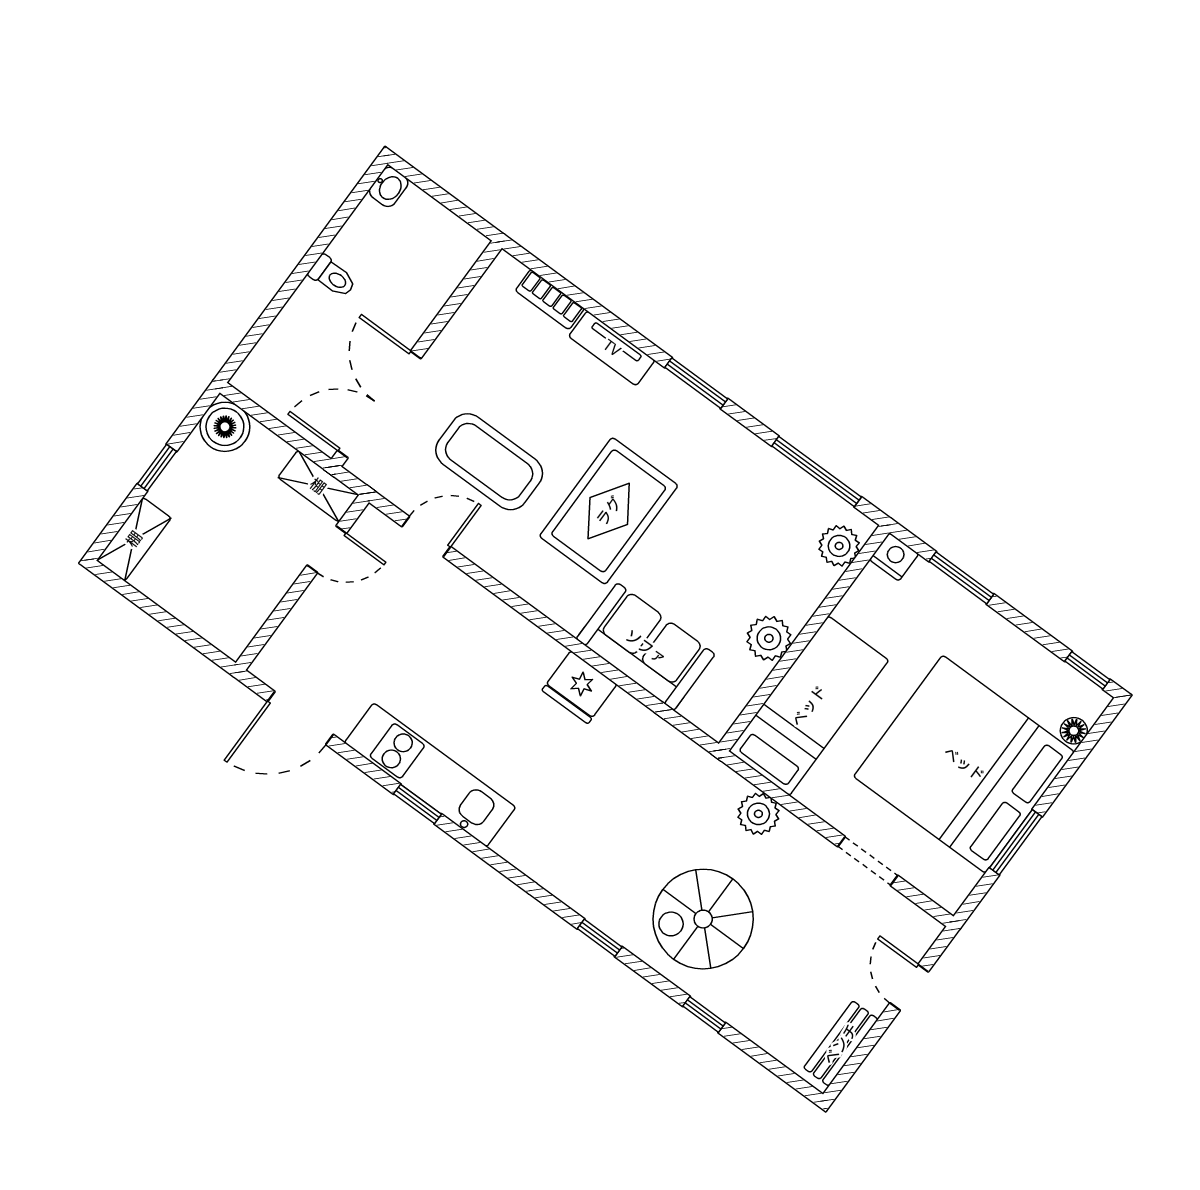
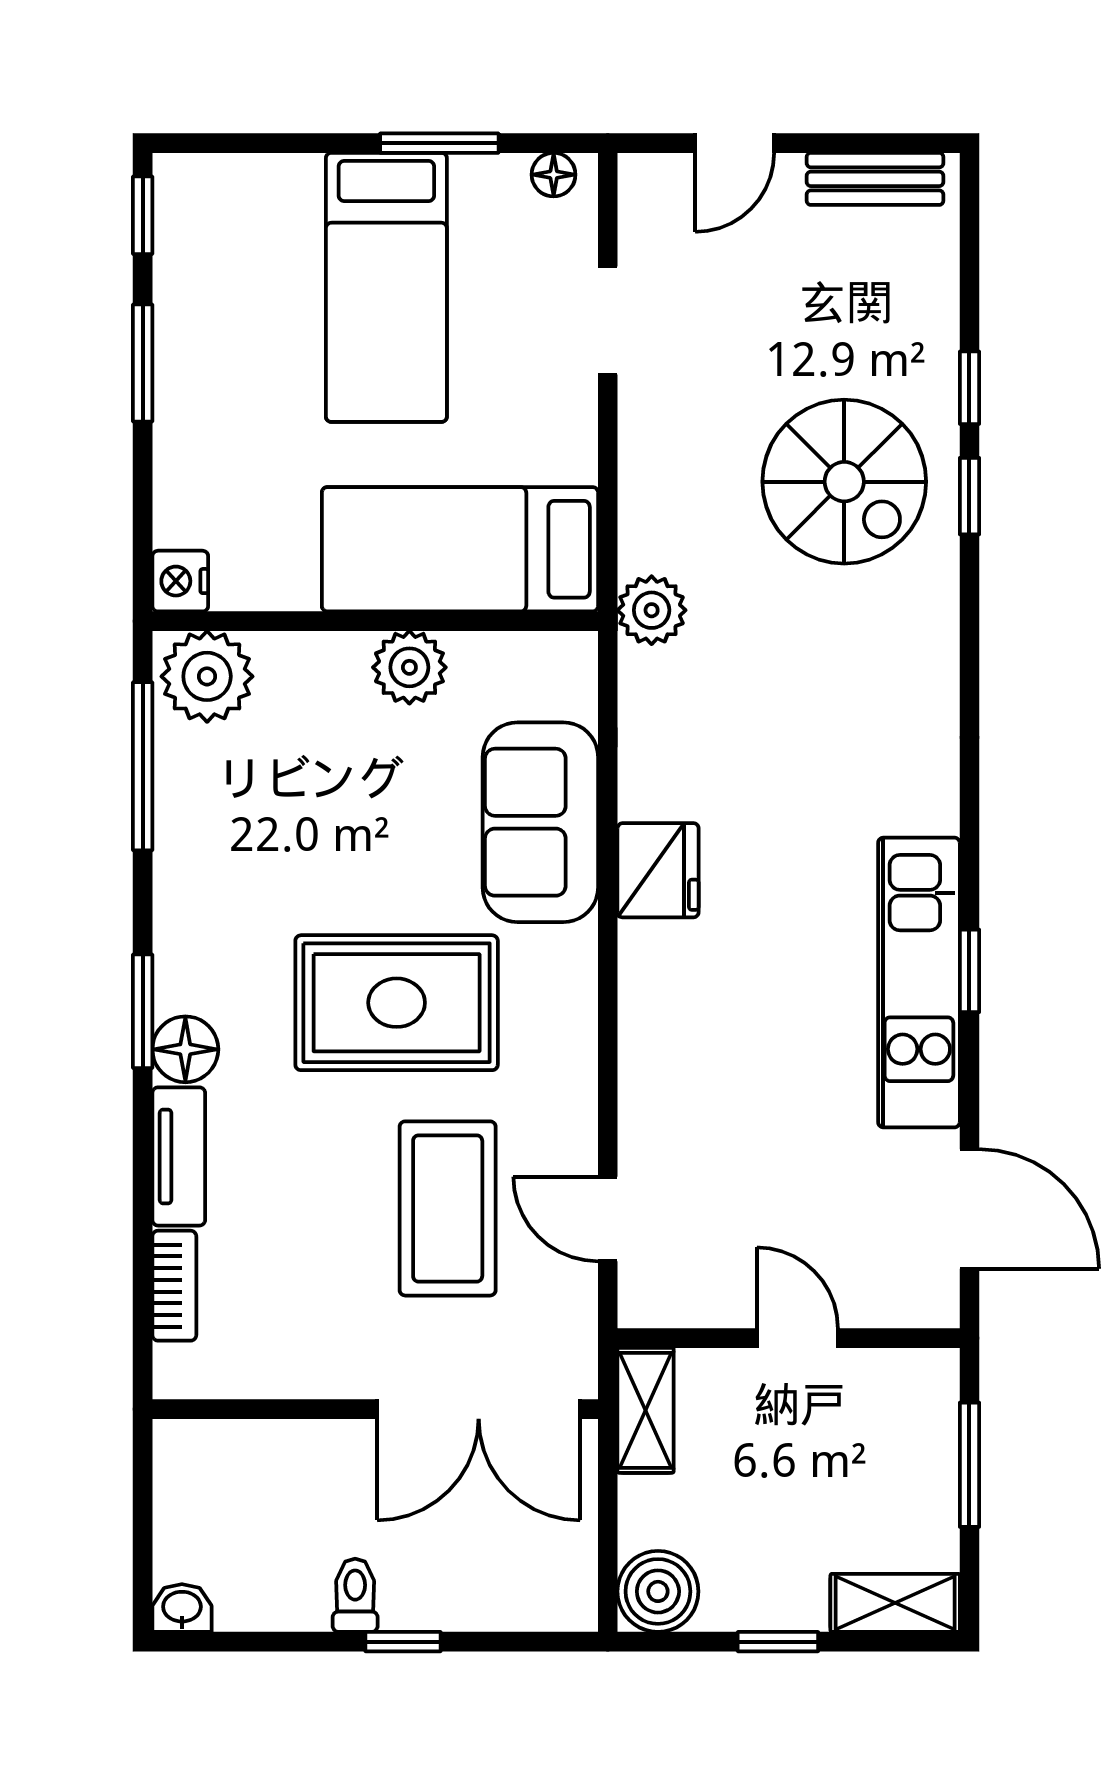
window: (292, 283) -> (403, 1642), added
floor lamp: (662, 390) -> (185, 1049), added
plant: (839, 546) -> (207, 676), width x1.36, depth x1.36
door: (327, 549) -> (797, 1338), moved
window: (961, 578) -> (143, 363), moved
window: (175, 626) -> (969, 1465), added
floor lamp: (1074, 731) -> (554, 175), moved
bed: (964, 764) -> (386, 287), width x0.49
plant: (758, 814) -> (652, 610), moved
window: (600, 938) -> (969, 496), moved

